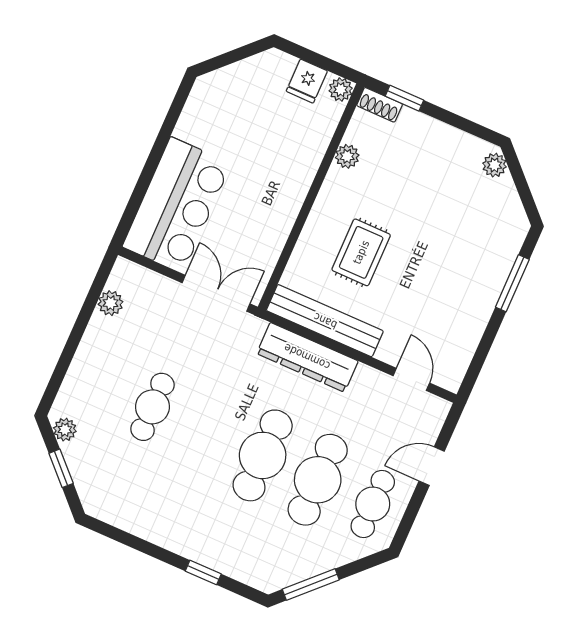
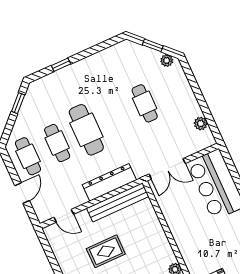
rug: (361, 252) -> (106, 251), moved, turned 90
cafe table: (318, 480) -> (57, 143), width x0.73, depth x0.74
window: (311, 584) -> (18, 103), width x0.67

